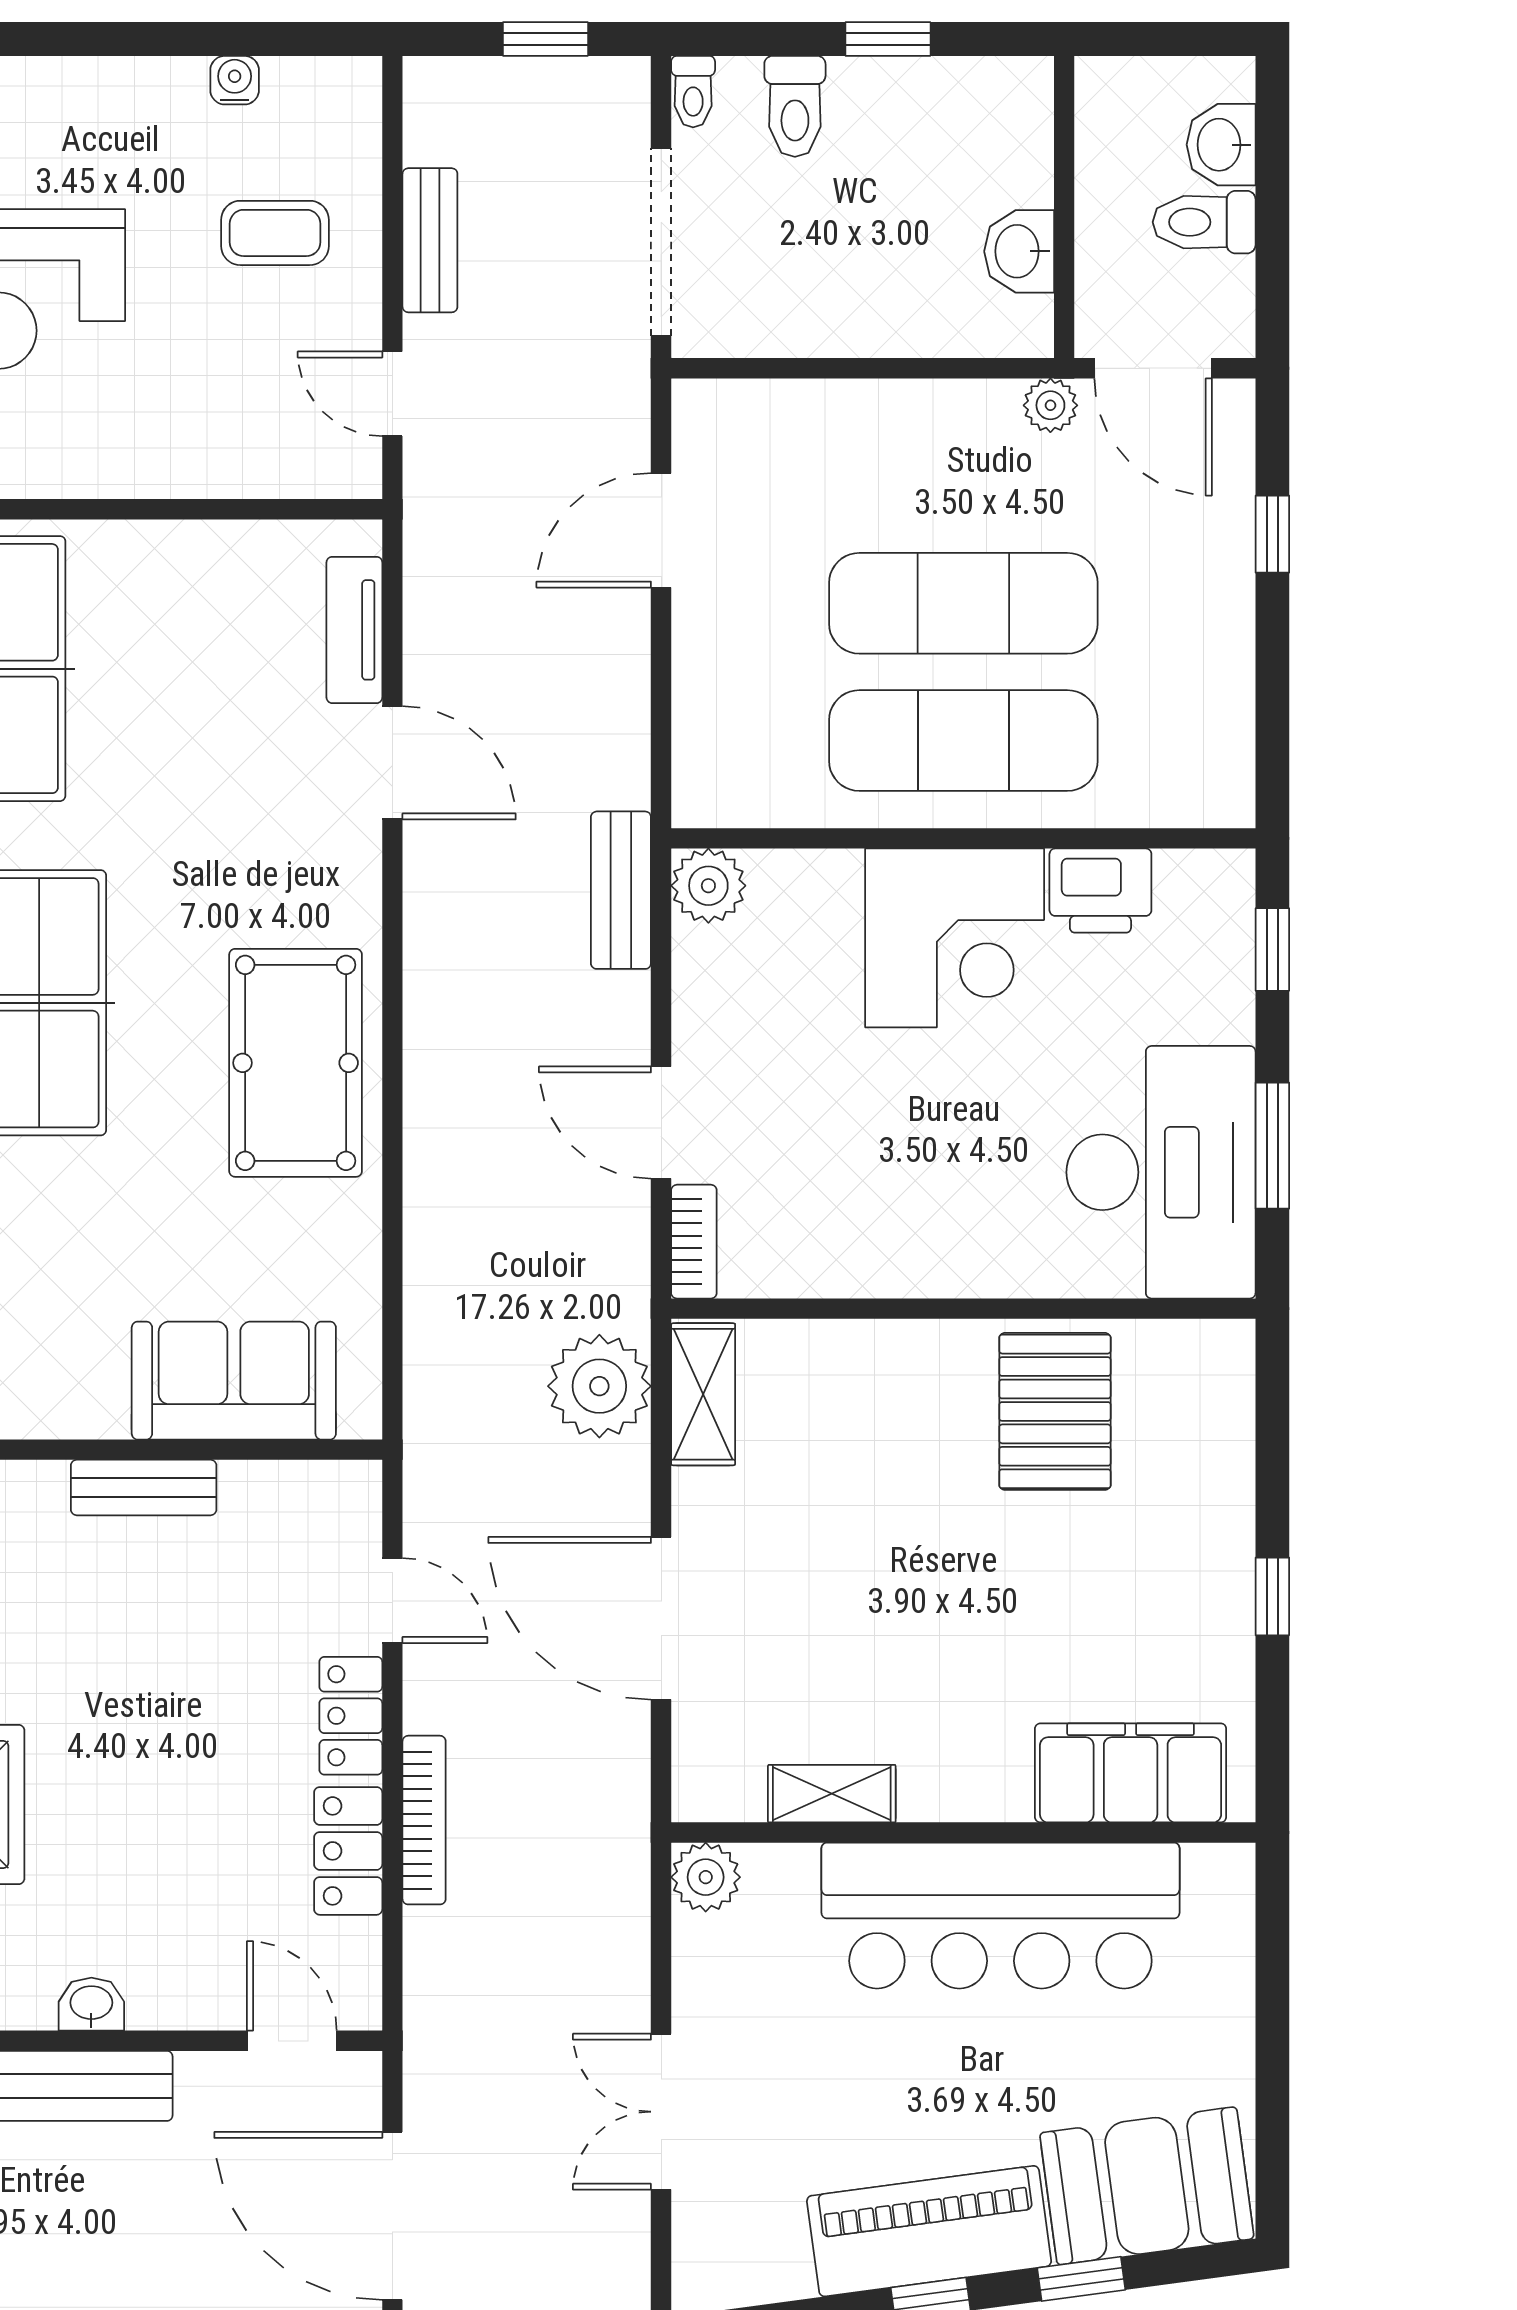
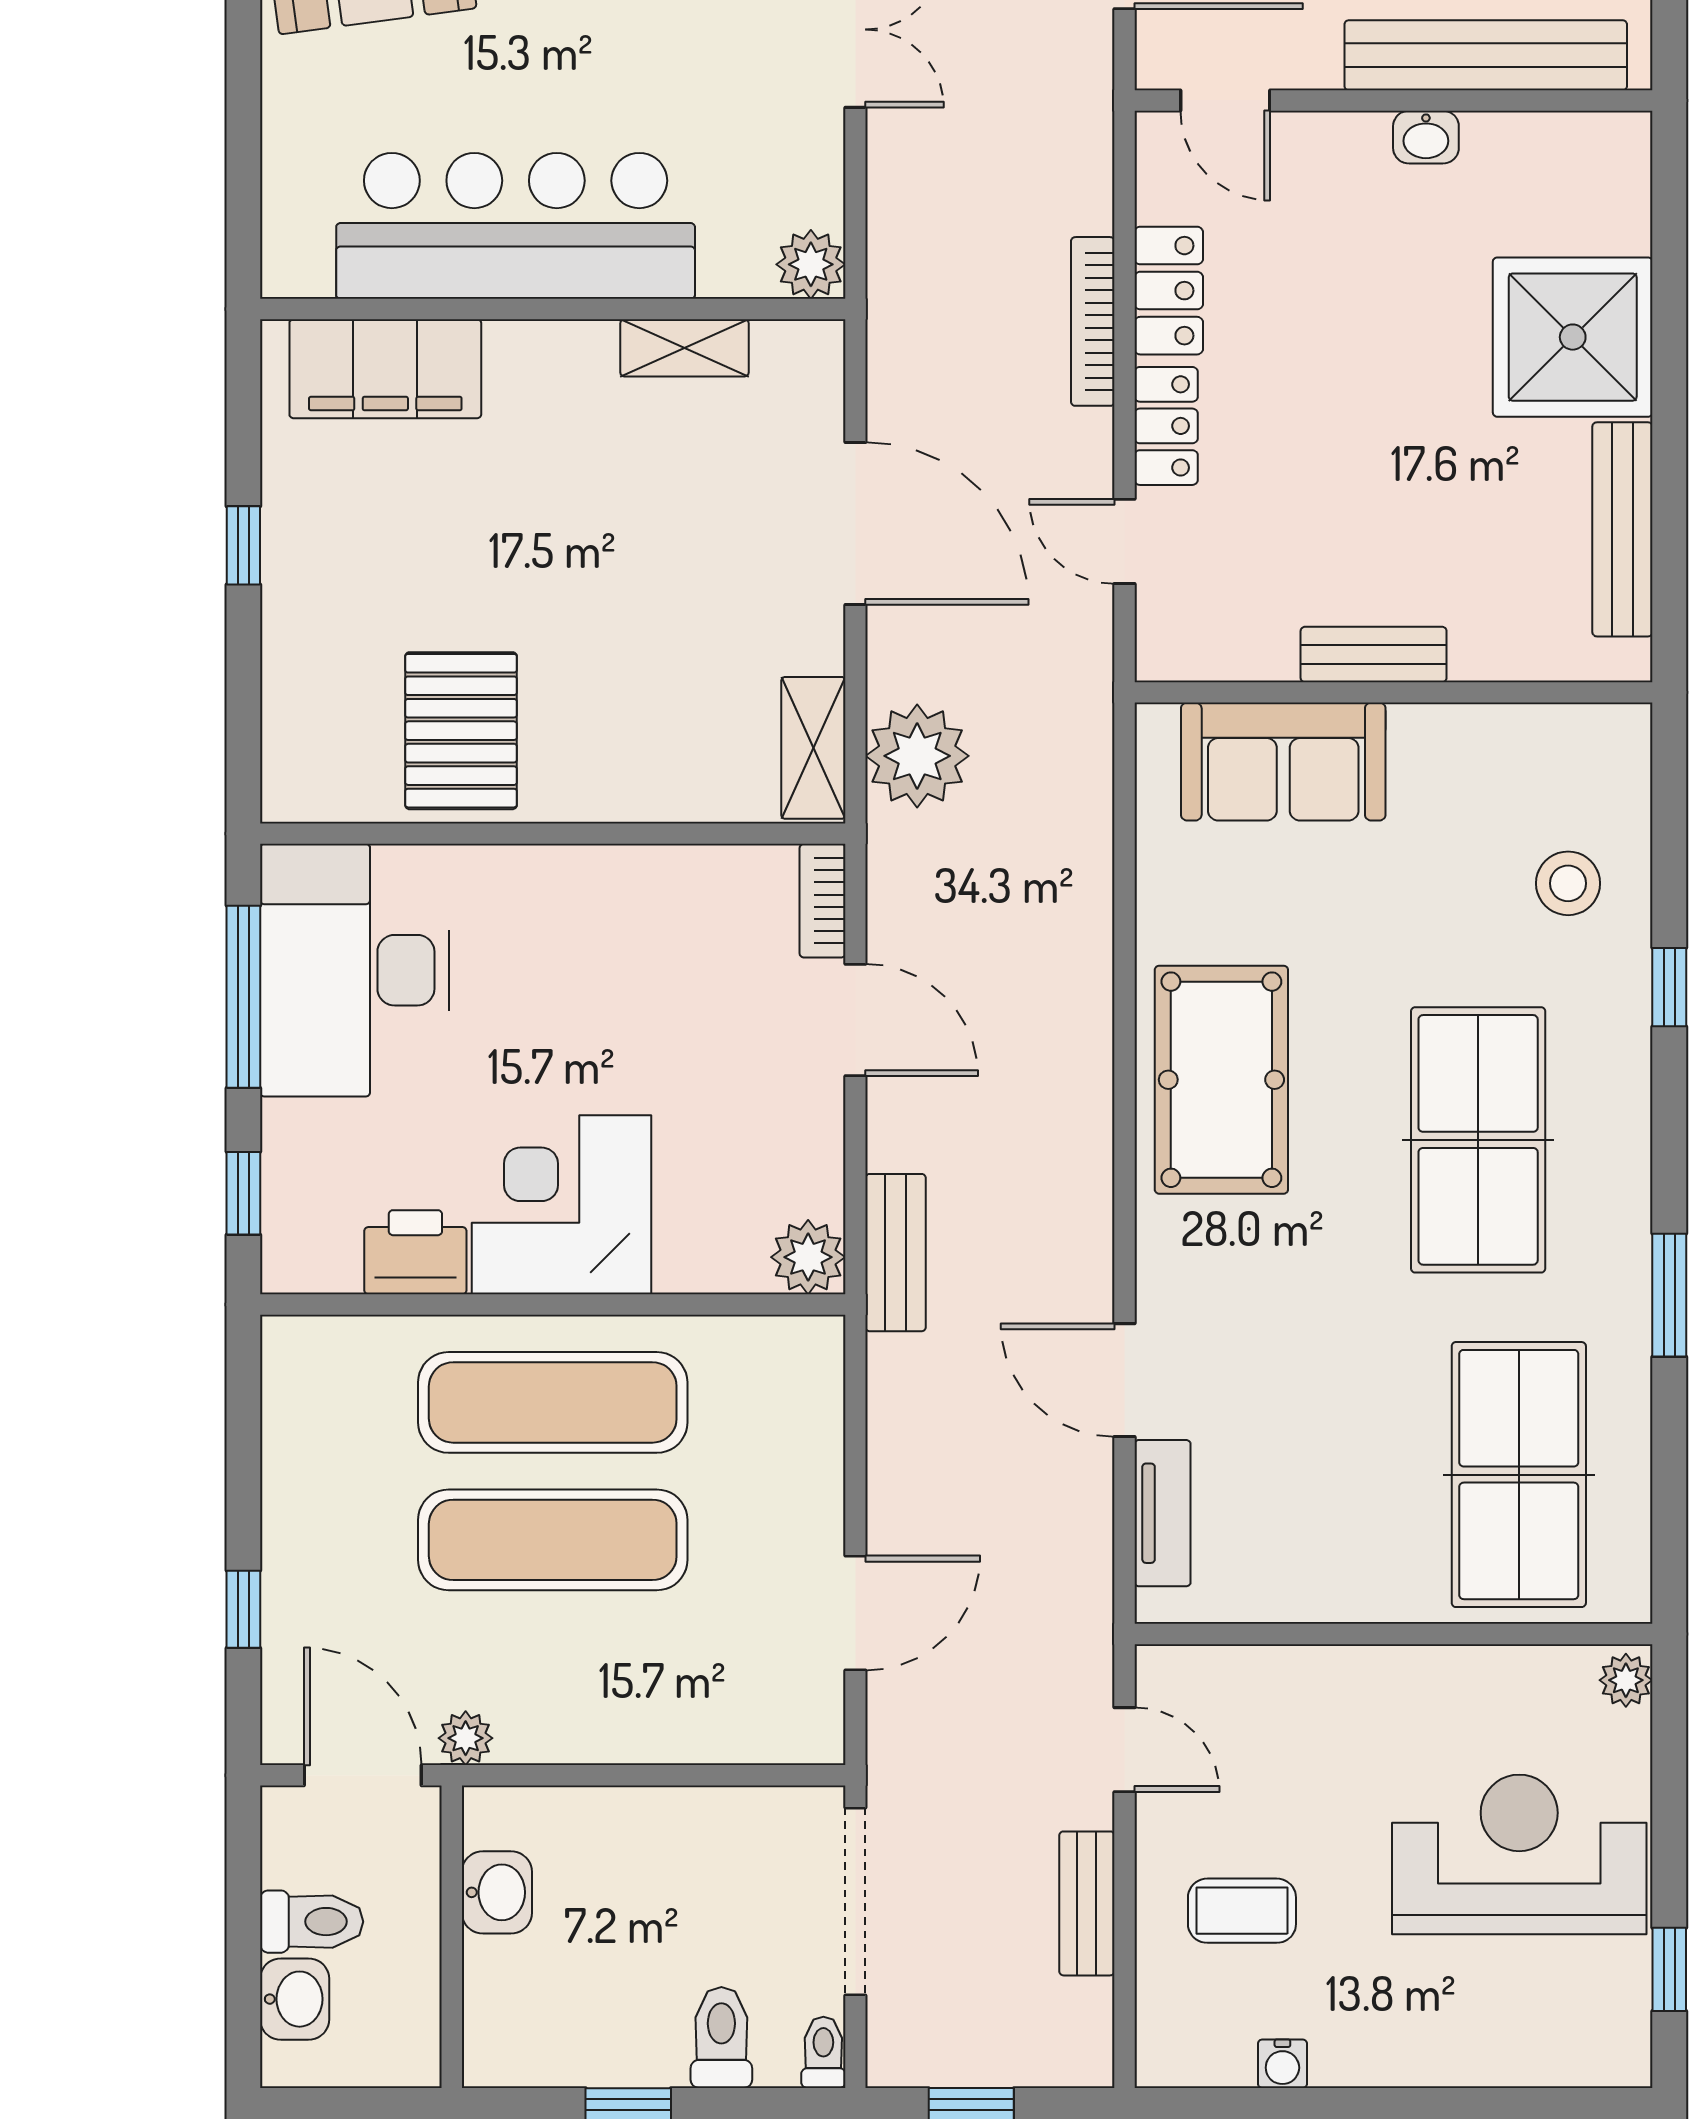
window: (1272, 1146) -> (243, 997), width x1.44

